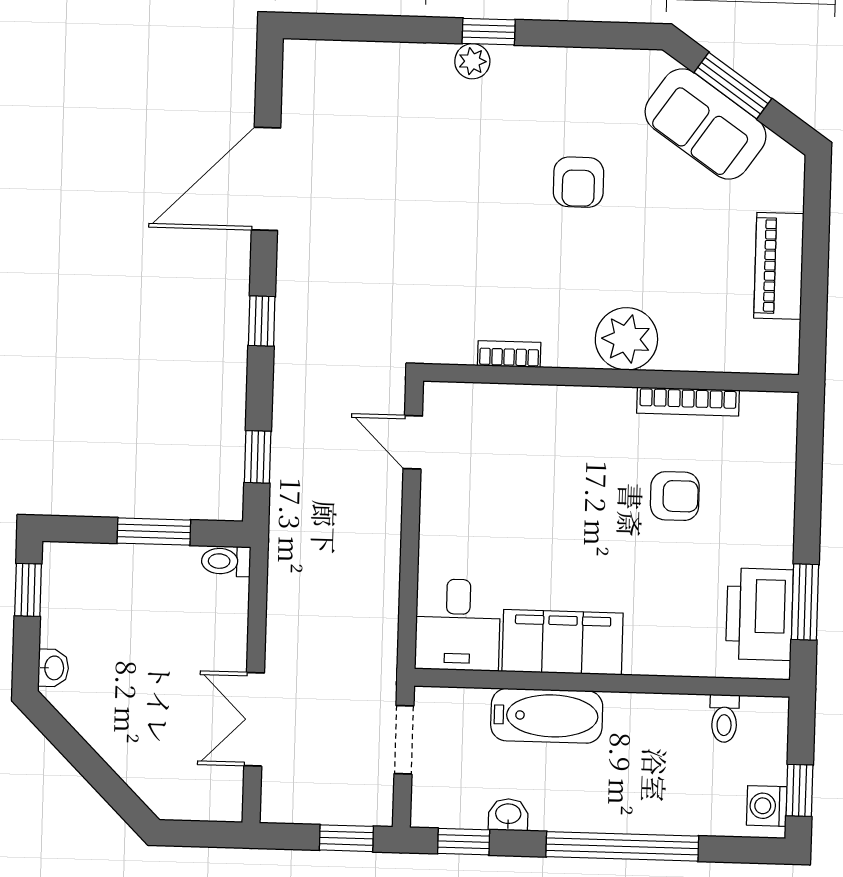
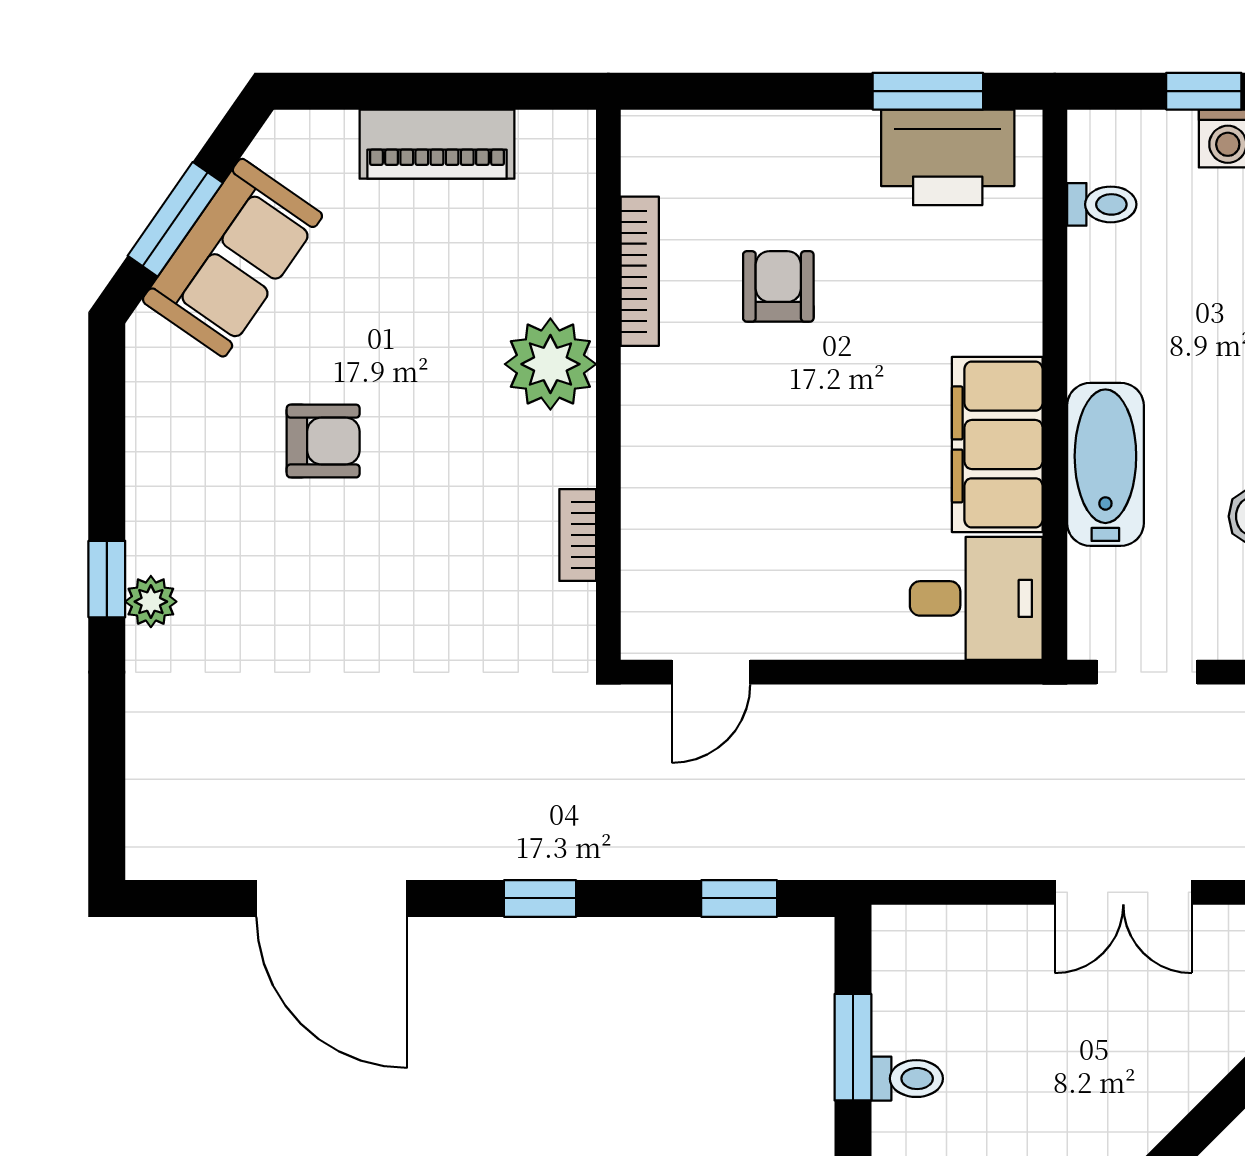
toilet: (226, 561) -> (907, 1079), moved, turned -90

